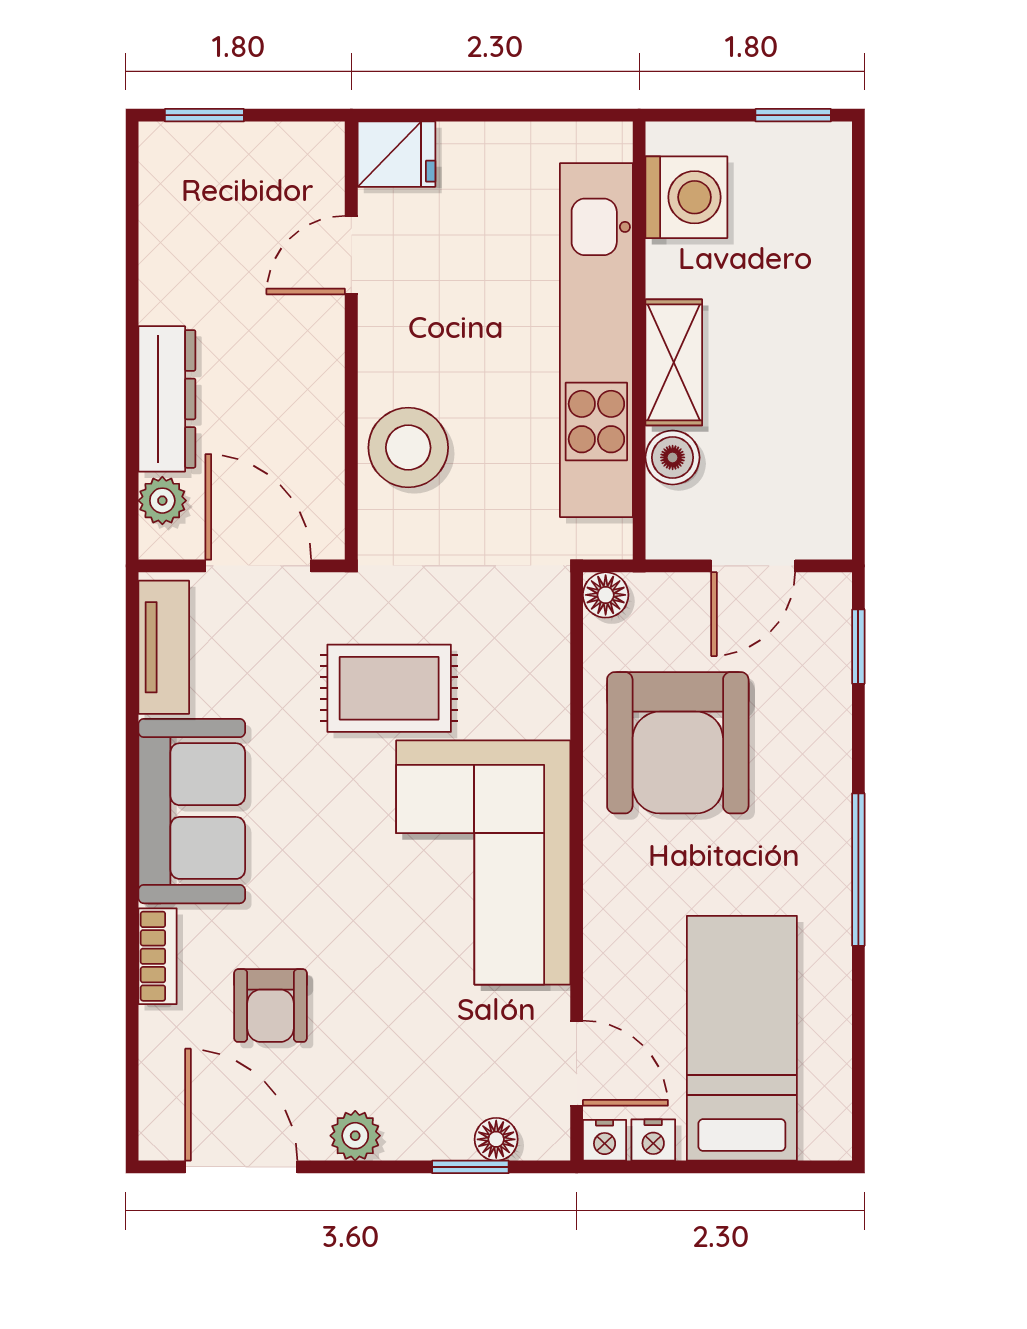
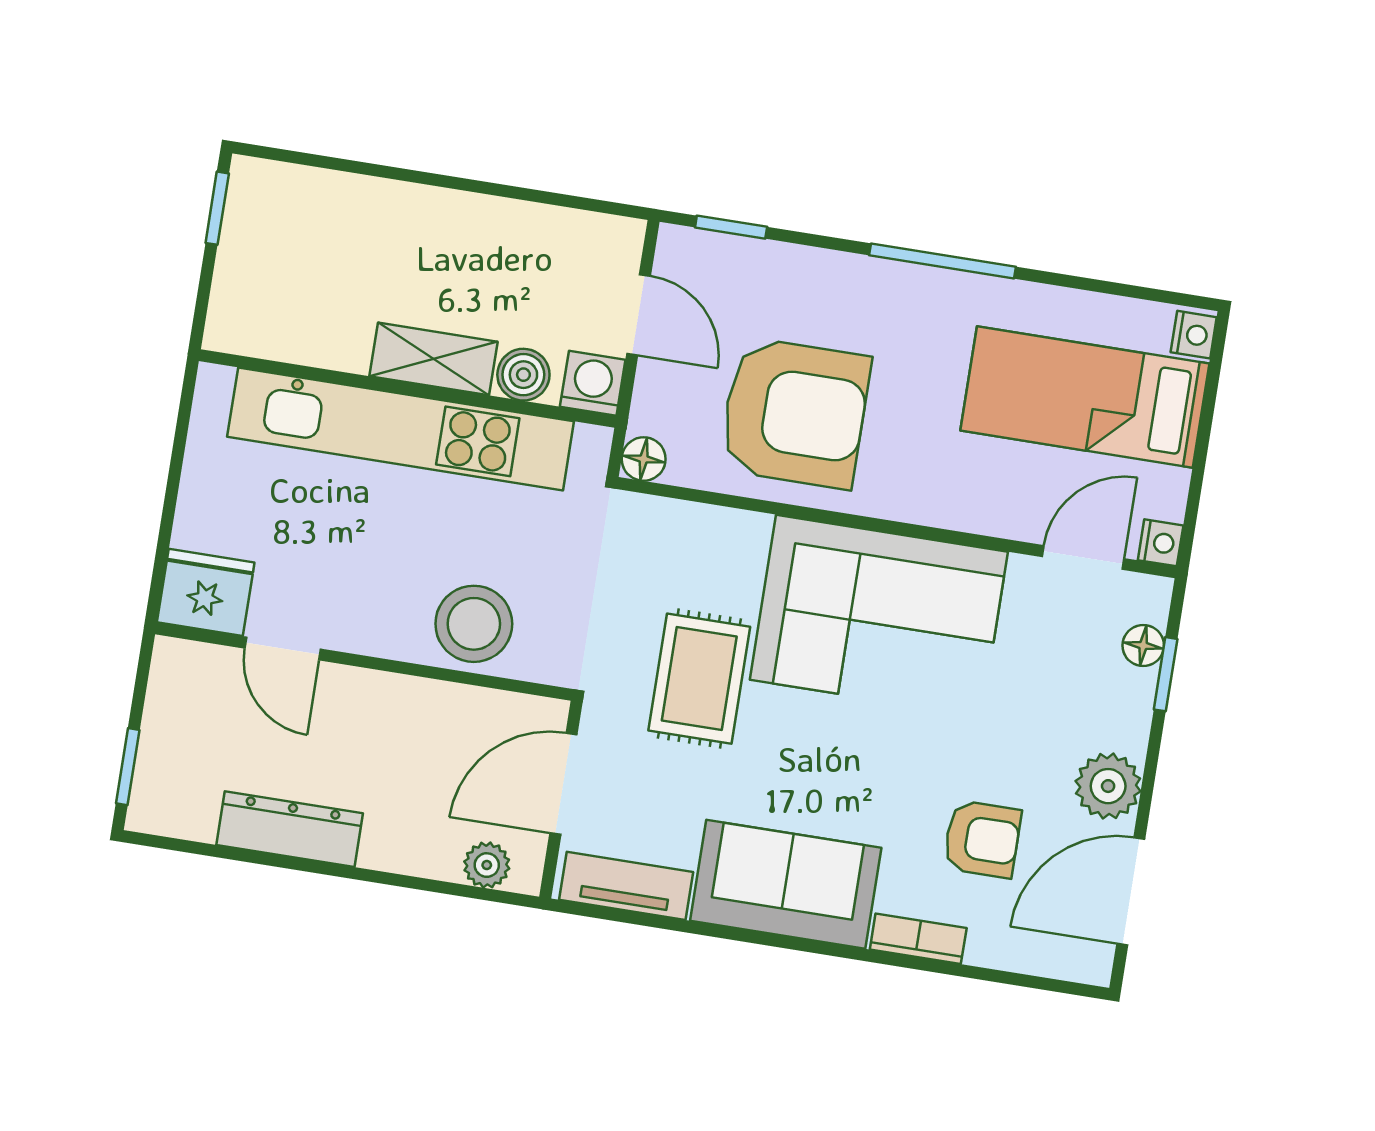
fridge: (396, 154) -> (206, 592), width x1.38
washing machine: (686, 197) -> (593, 383), moved, width x0.73, depth x0.73
dresser: (167, 399) -> (290, 829), moved
plant: (355, 1136) -> (1108, 786), width x1.38, depth x1.38
nightstand: (653, 1140) -> (1194, 335), moved

